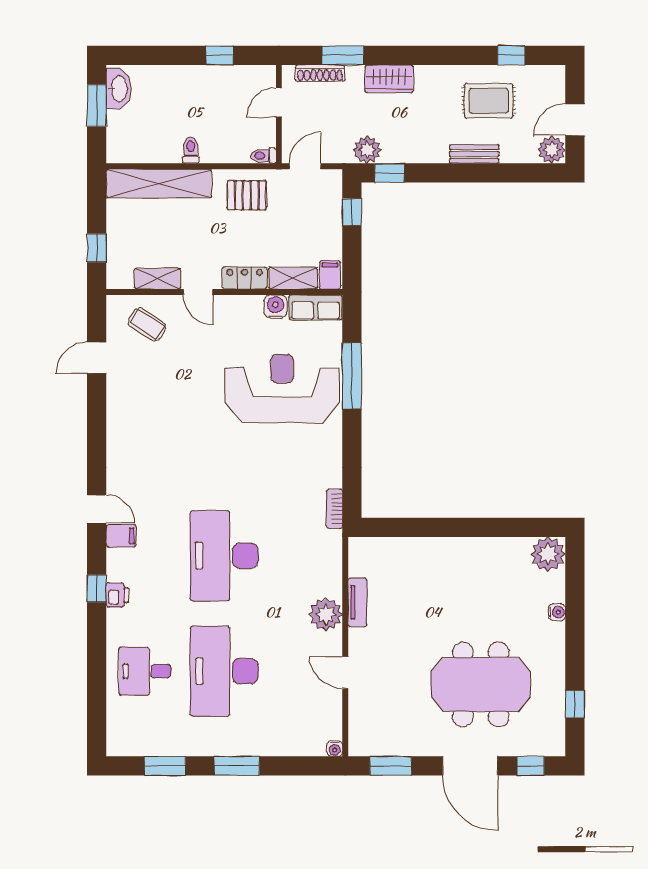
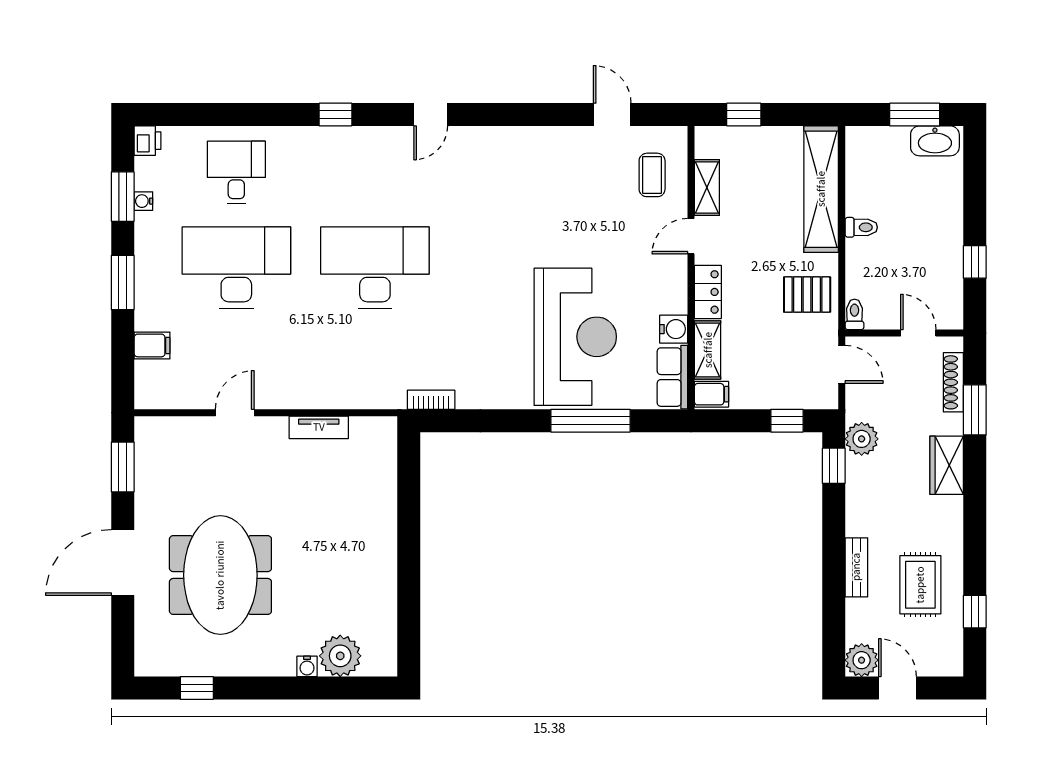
pallet: (247, 195) -> (807, 295), turned 90
coffee table: (147, 324) -> (652, 175), turned -33
filing cabinet: (121, 536) -> (152, 345), moved, turned -90
plant: (548, 554) -> (340, 656), moved
printer: (117, 595) -> (147, 141), moved, turned -90
plant: (326, 614) -> (304, 389), removed
water cooler: (335, 749) -> (143, 201), moved
window: (531, 766) -> (123, 635), removed

